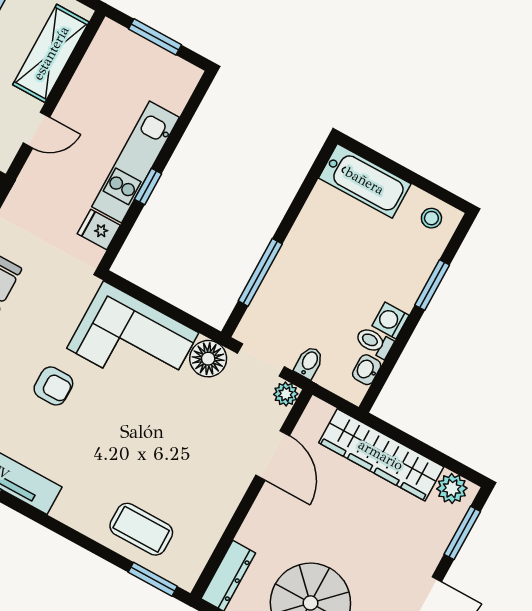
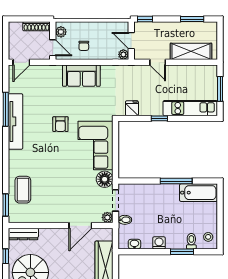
kitchen unit: (135, 162) -> (190, 108), moved
bathtub: (365, 181) -> (199, 193), moved, turned -90
window: (260, 272) -> (176, 181), moved
toilet: (374, 342) -> (191, 241), moved

